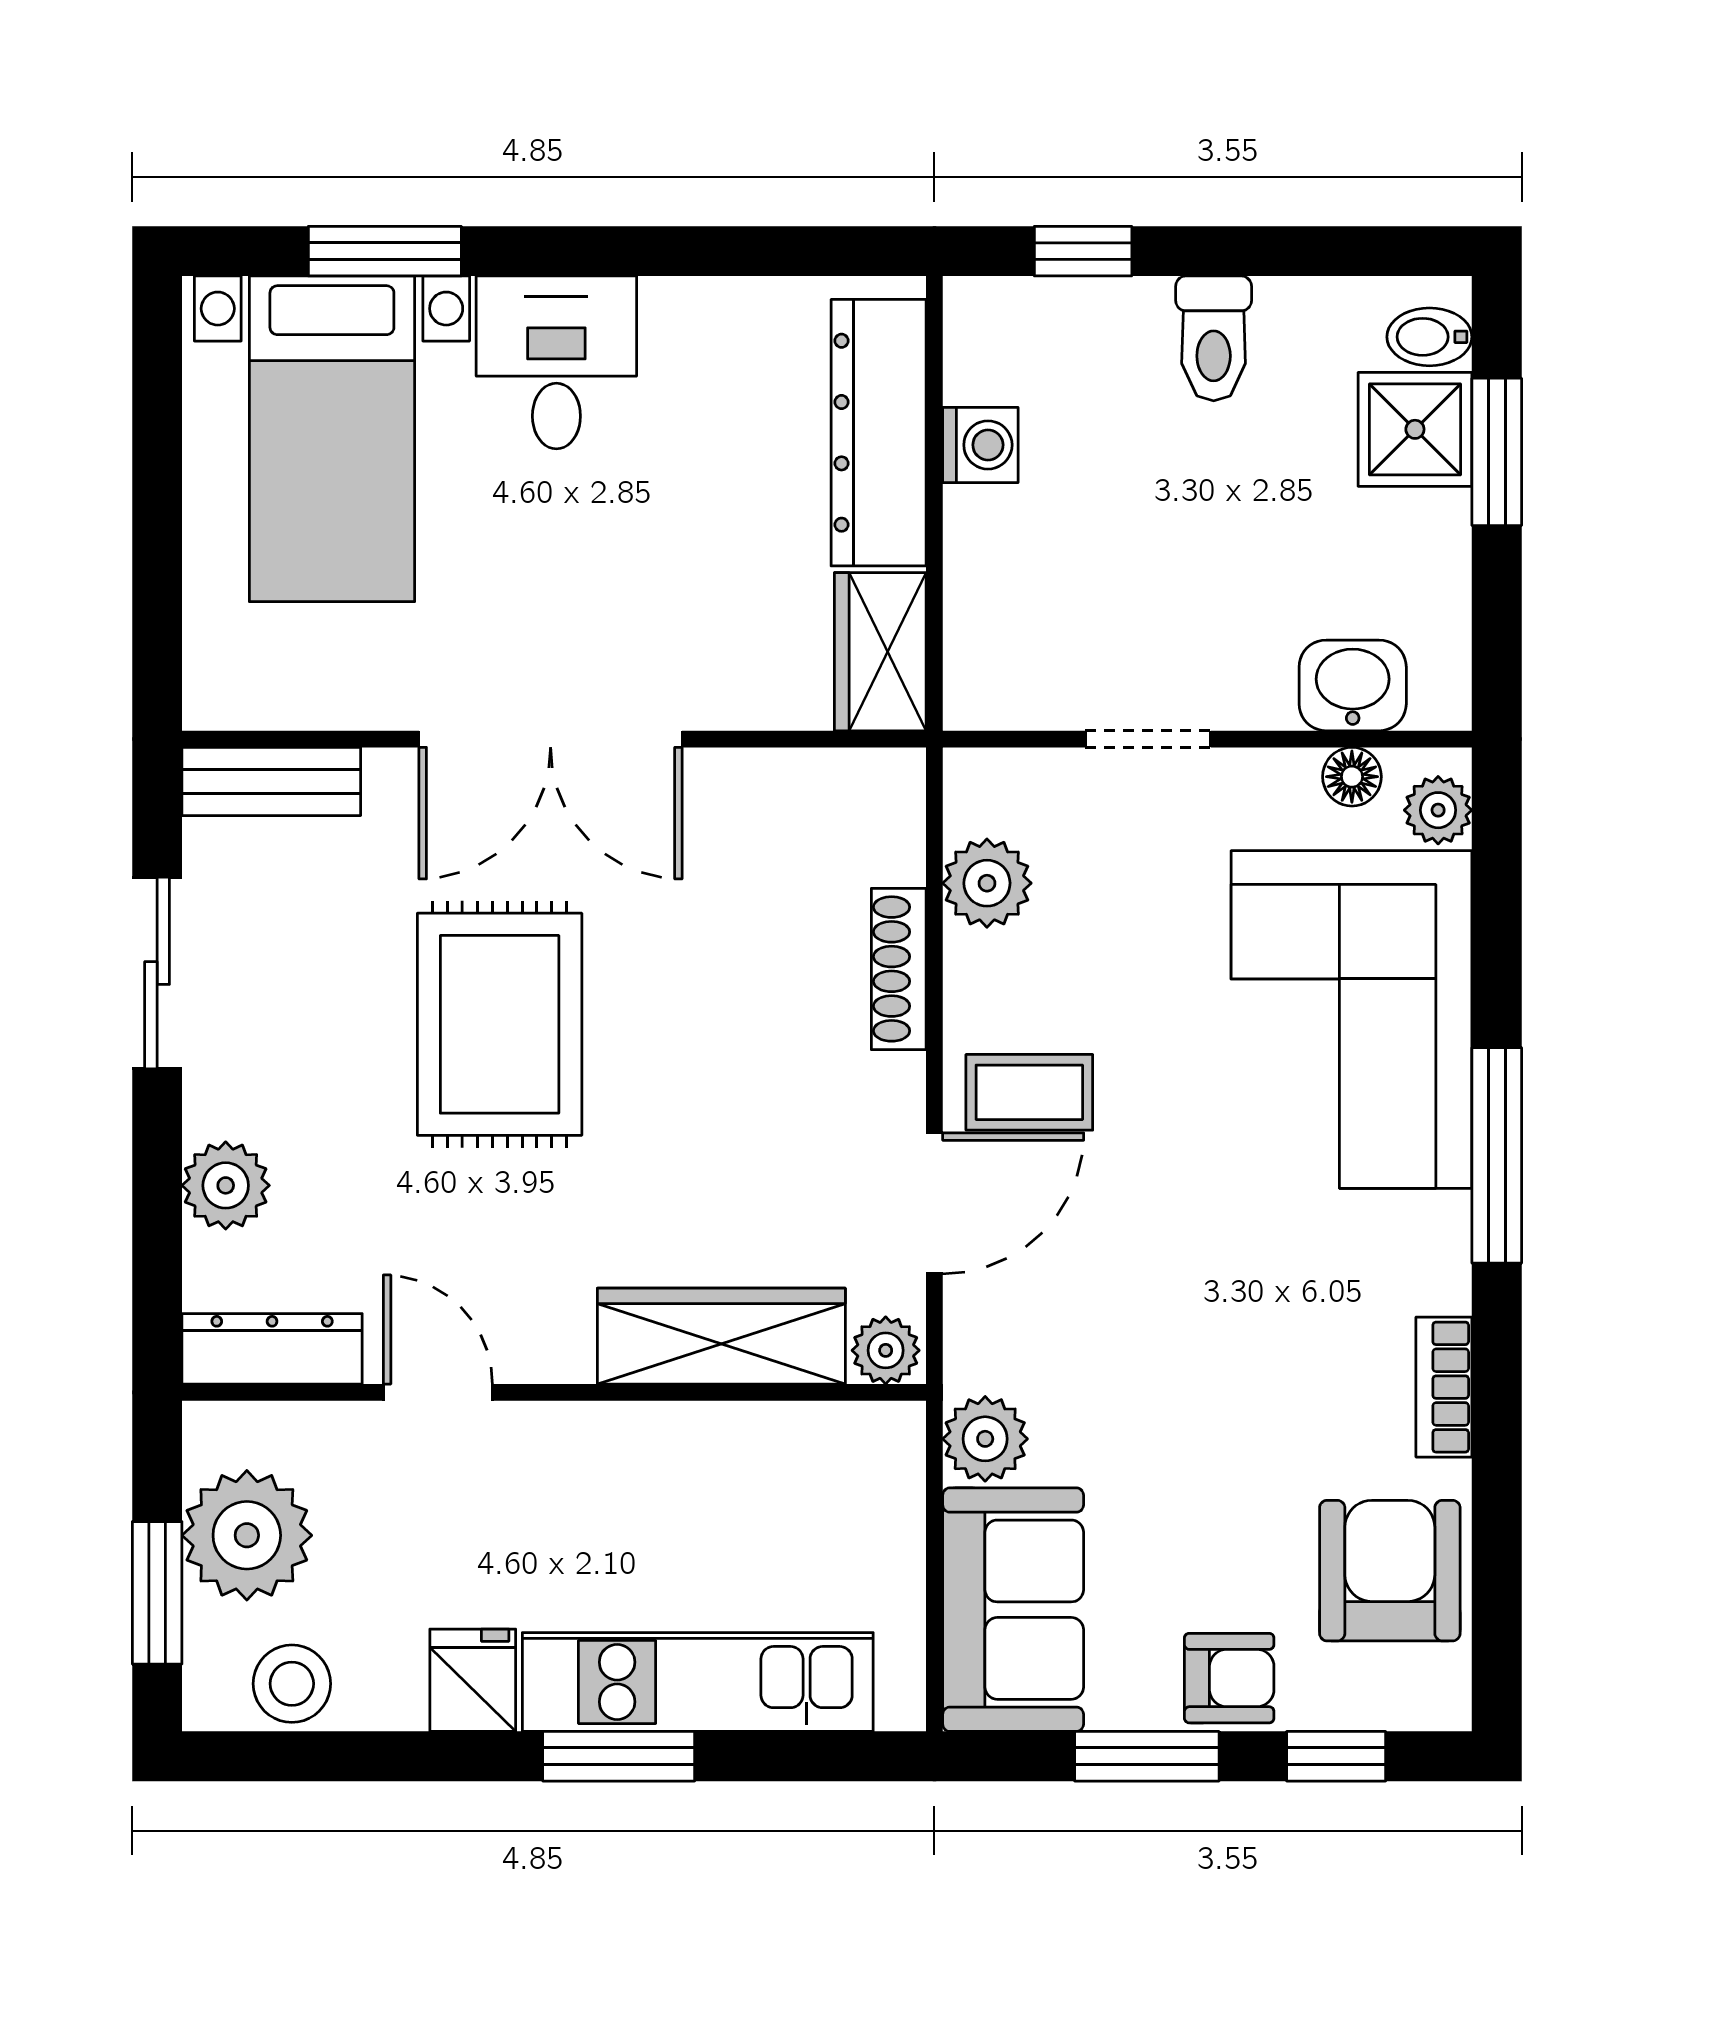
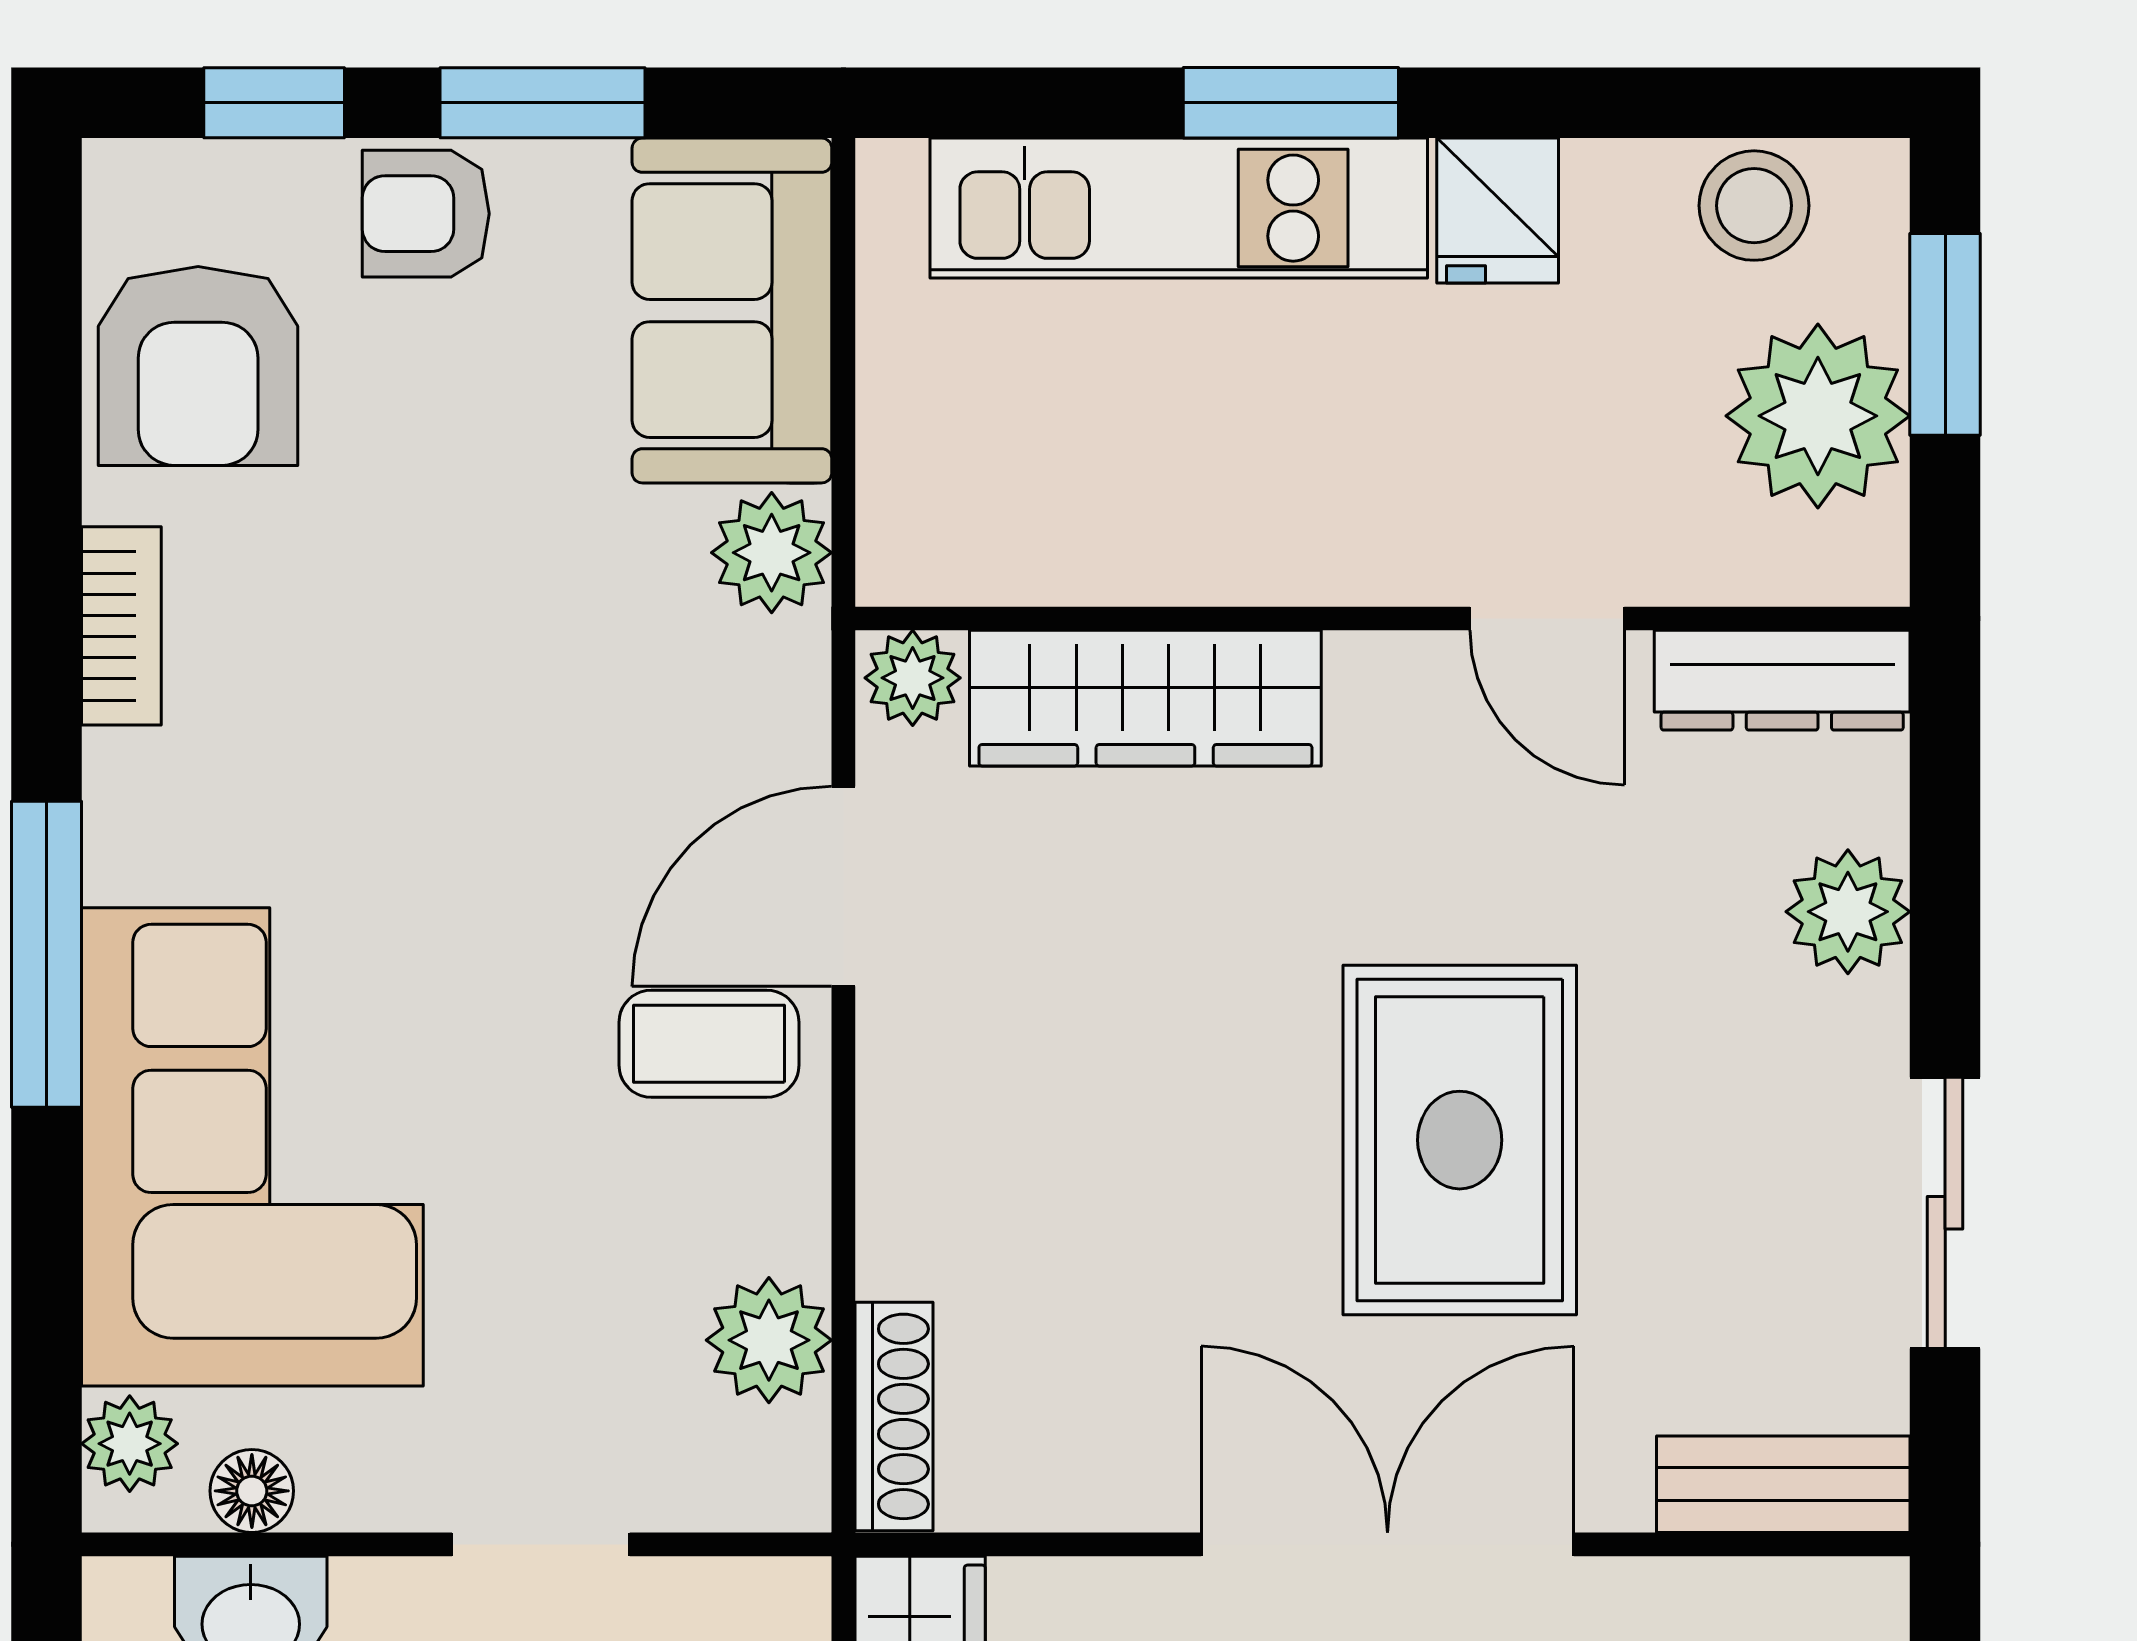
shoe rack: (899, 969) -> (894, 1416), moved

